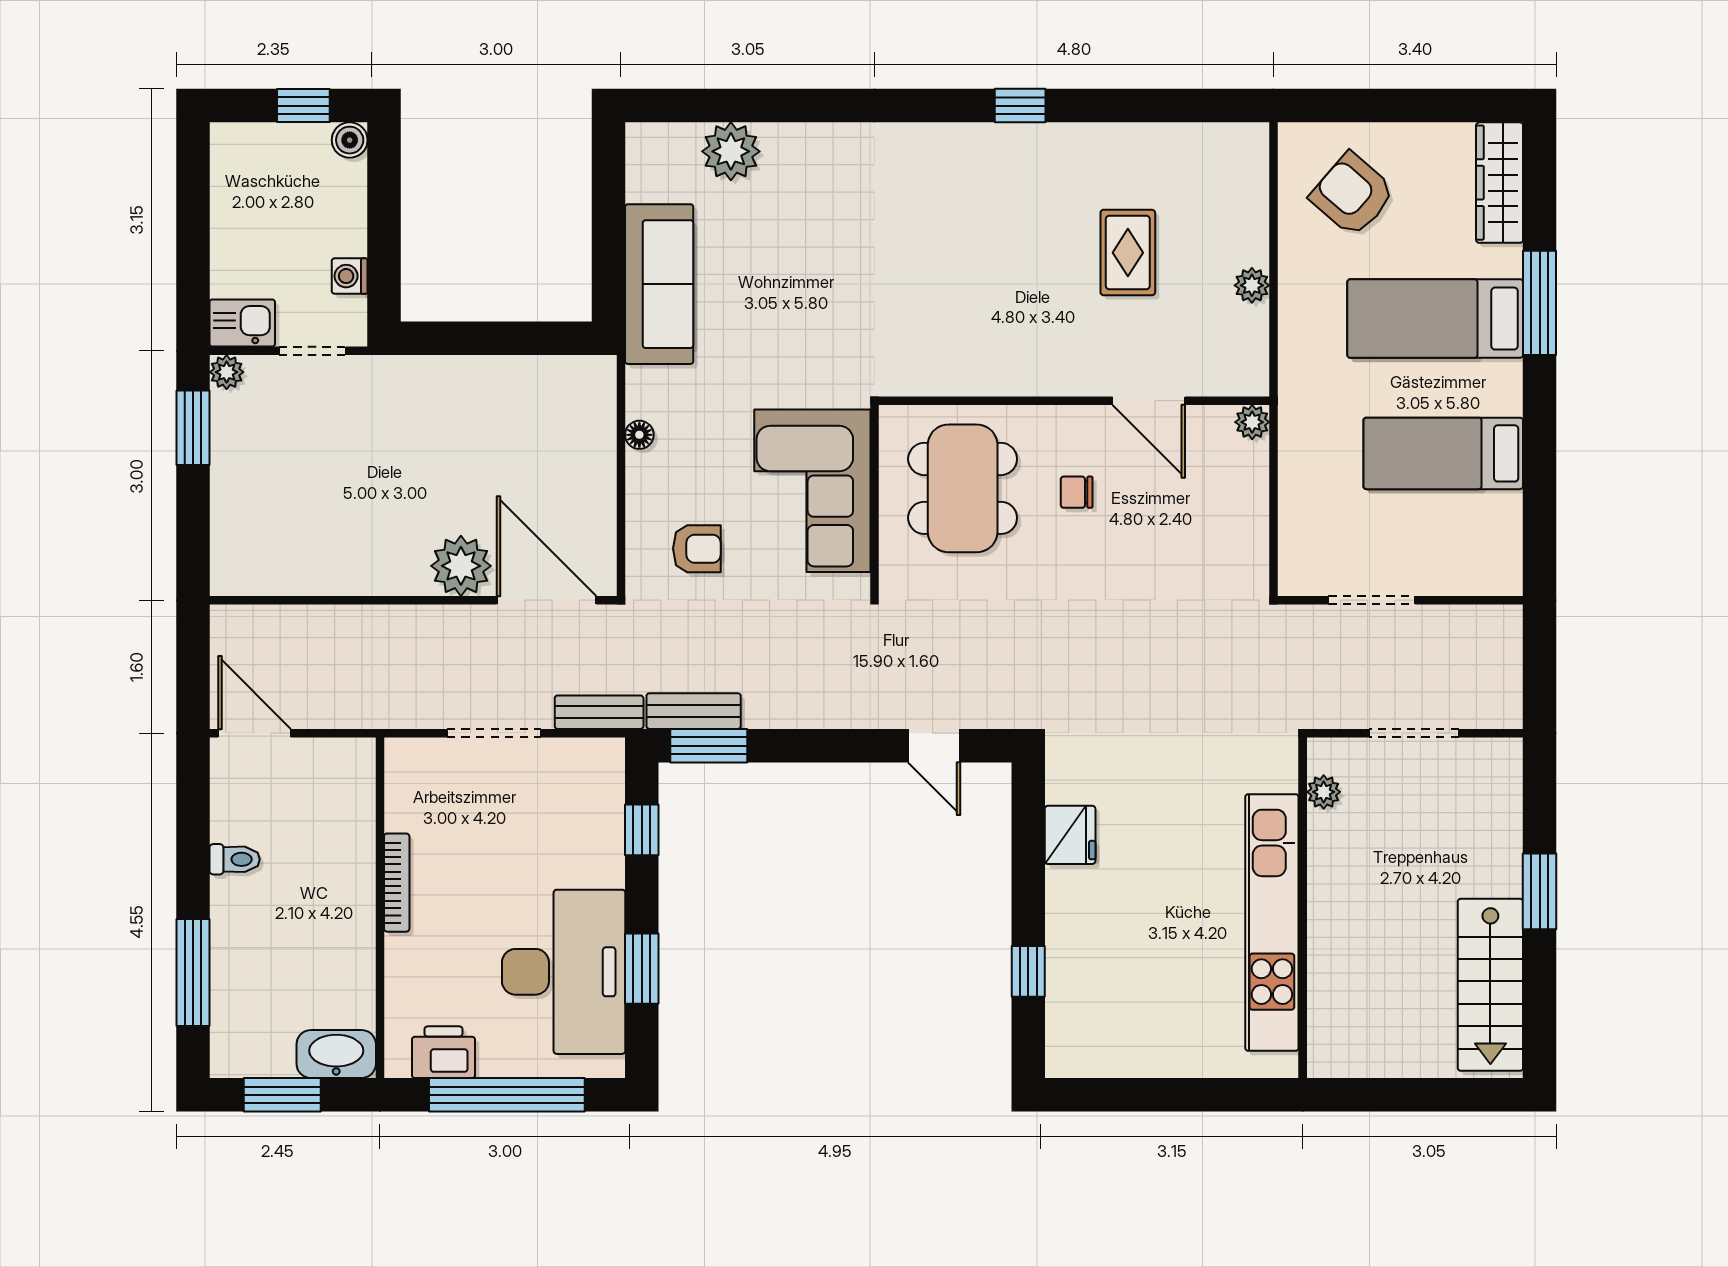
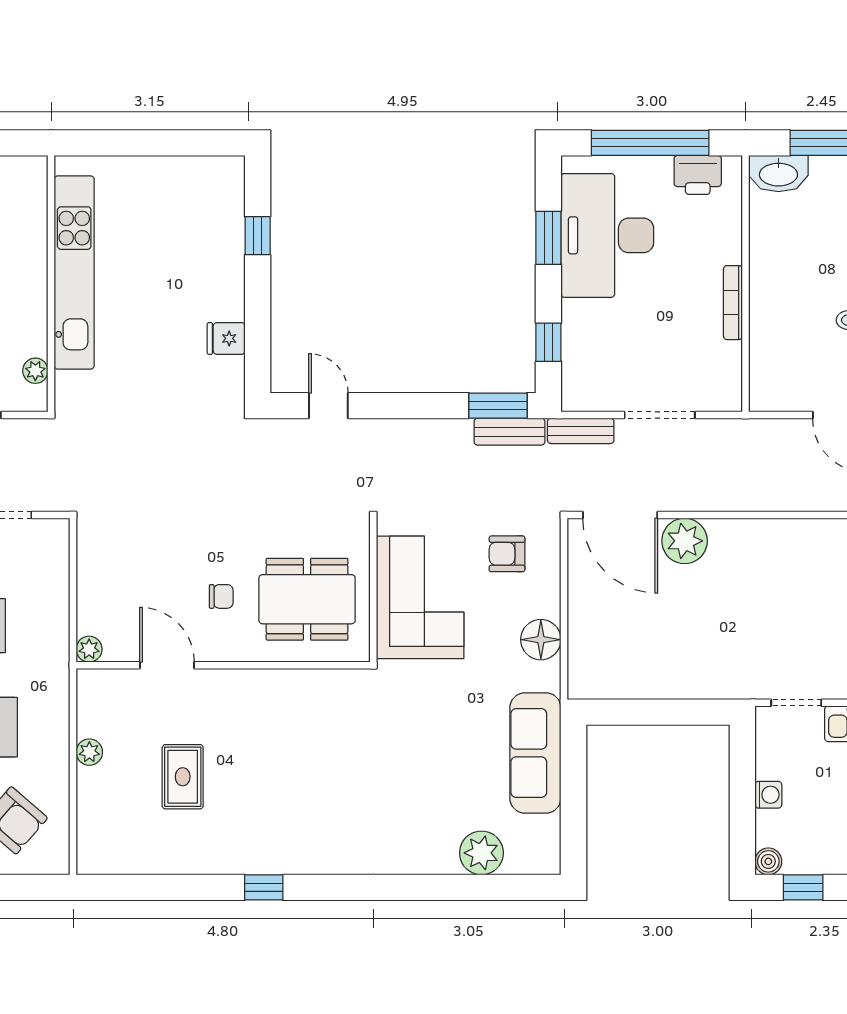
washing machine: (350, 276) -> (768, 795), moved
floor lamp: (639, 435) -> (541, 640), width x1.89, depth x1.89
dining table: (963, 488) -> (307, 599), turned 90
fridge: (1070, 835) -> (226, 338), width x0.72

